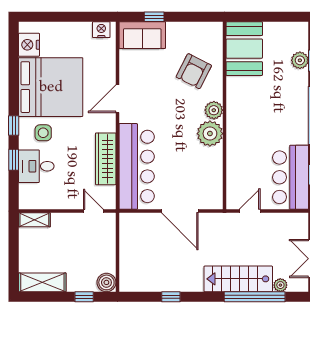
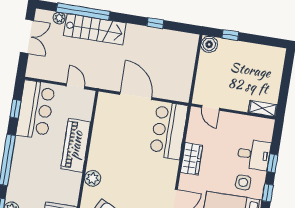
plant: (210, 134) -> (99, 159), removed
piano: (239, 145) -> (76, 145), added
wardrobe: (106, 159) -> (191, 159), width x0.67
bar counter: (137, 166) -> (169, 131), width x0.73
door: (250, 211) -> (76, 86), swing flipped
shelving: (42, 282) -> (265, 53), removed

